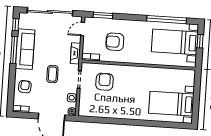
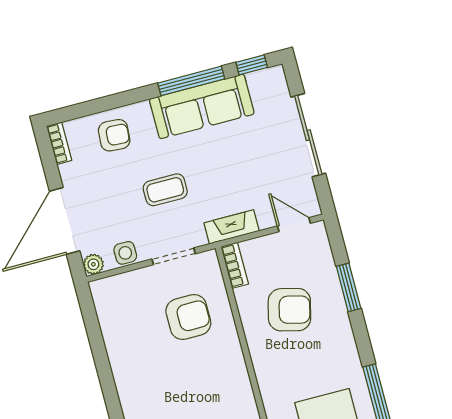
sliding door: (50, 12) -> (308, 135), width x0.73
window: (103, 15) -> (349, 287), moved
armchair: (115, 42) -> (289, 310), turned 104

